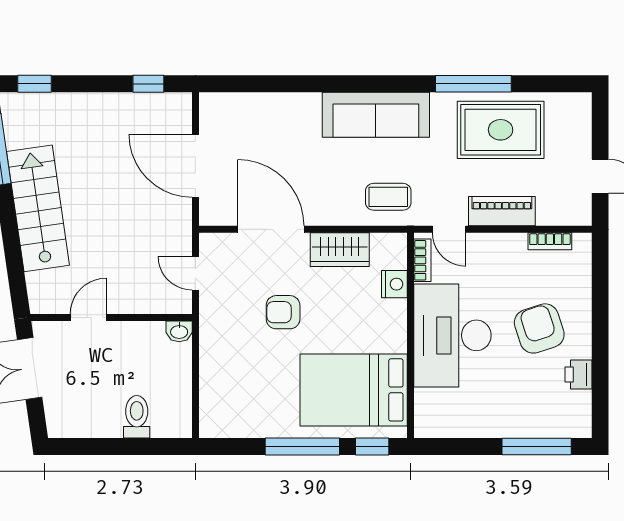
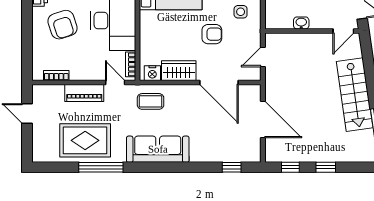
window: (34, 84) -> (326, 167), moved
window: (249, 84) -> (232, 167), added
door: (195, 273) -> (263, 57), swing flipped
nightstand: (394, 284) -> (152, 73), moved, turned -90
door: (88, 318) -> (343, 31), moved
washbasin: (179, 331) -> (301, 23), moved
side table: (234, 351) -> (241, 12), added

